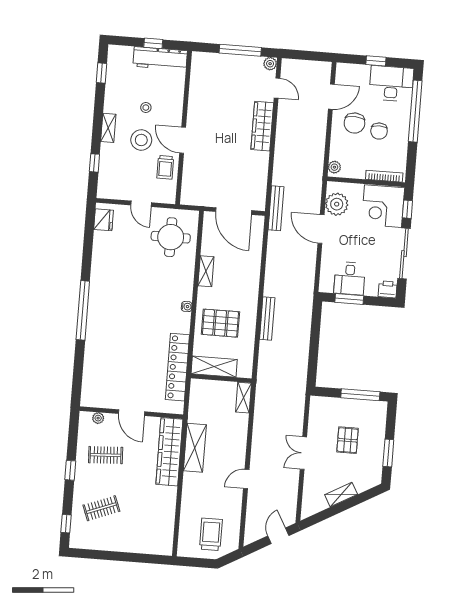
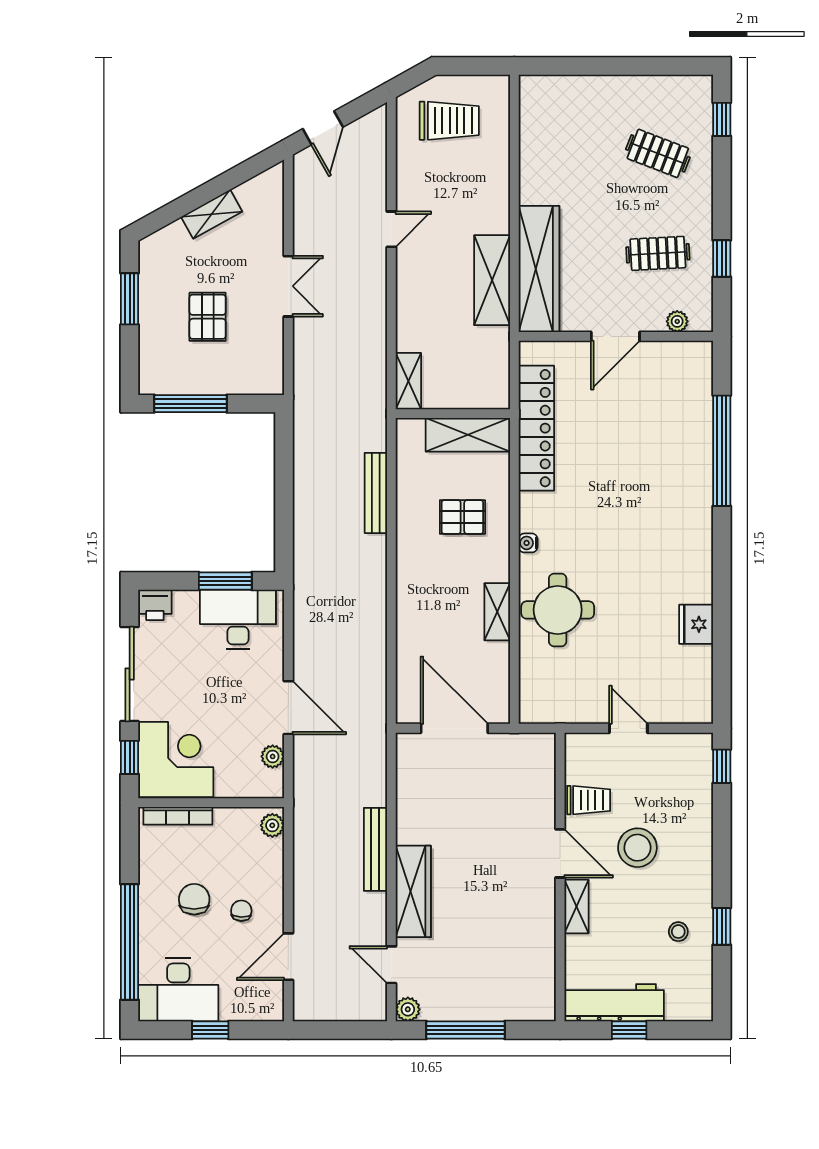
window: (101, 73) -> (722, 926), moved
stool: (146, 108) -> (678, 932), moved
chair: (354, 123) -> (241, 911), width x0.54, depth x0.54
shelving: (108, 128) -> (576, 907), moved
window: (94, 163) -> (722, 766), moved
trolley: (165, 167) -> (589, 800), turned 90
plant: (337, 204) -> (273, 756), width x0.53, depth x0.53
bench: (276, 208) -> (375, 849), moved
fridge: (104, 220) -> (696, 624), moved
round table: (171, 237) -> (558, 610), moved
desk: (350, 278) -> (238, 619), width x1.37
window: (83, 310) -> (722, 451), moved
bench: (267, 319) -> (376, 493), moved
pallet: (220, 323) -> (462, 517), width x0.67, depth x0.71
door: (132, 413) -> (615, 336), swing flipped
window: (70, 470) -> (722, 259), moved
clothes rail: (101, 508) -> (658, 153), turned 42
trolley: (211, 534) -> (449, 121), turned -90

